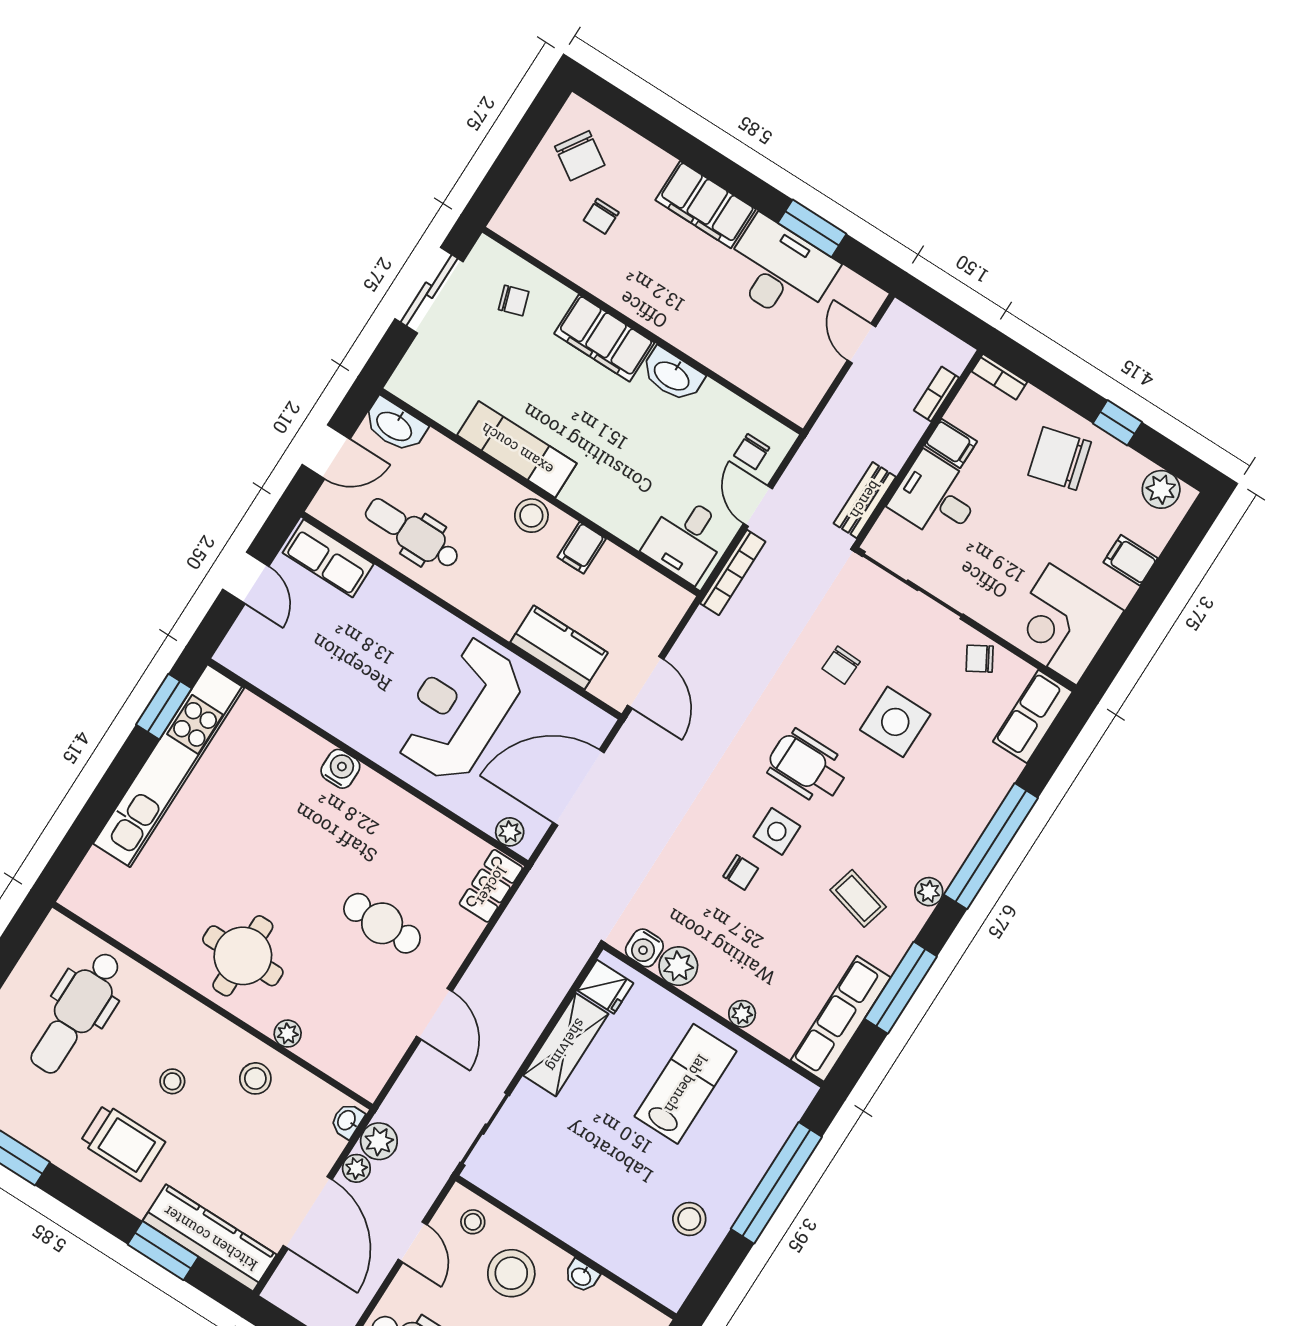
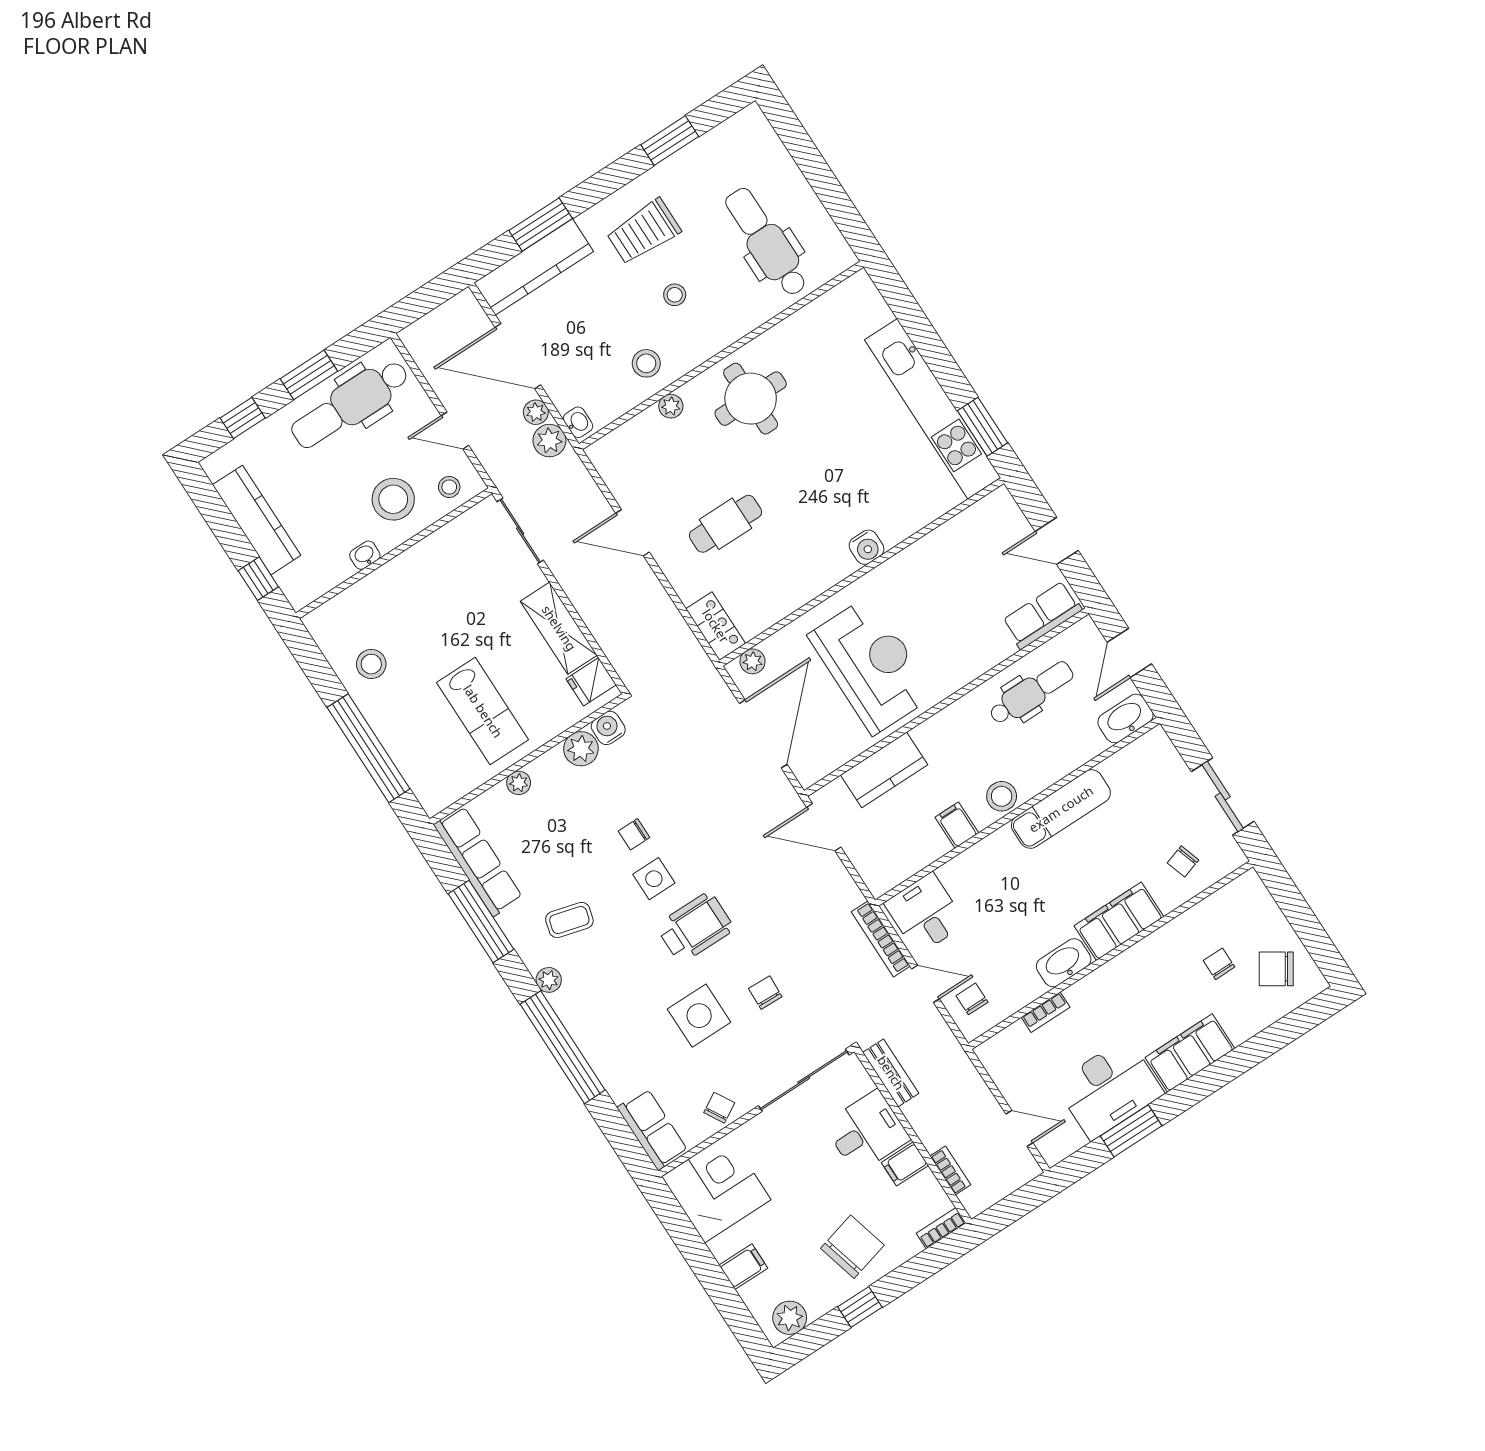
bookcase: (731, 371) -> (1046, 1012), added

